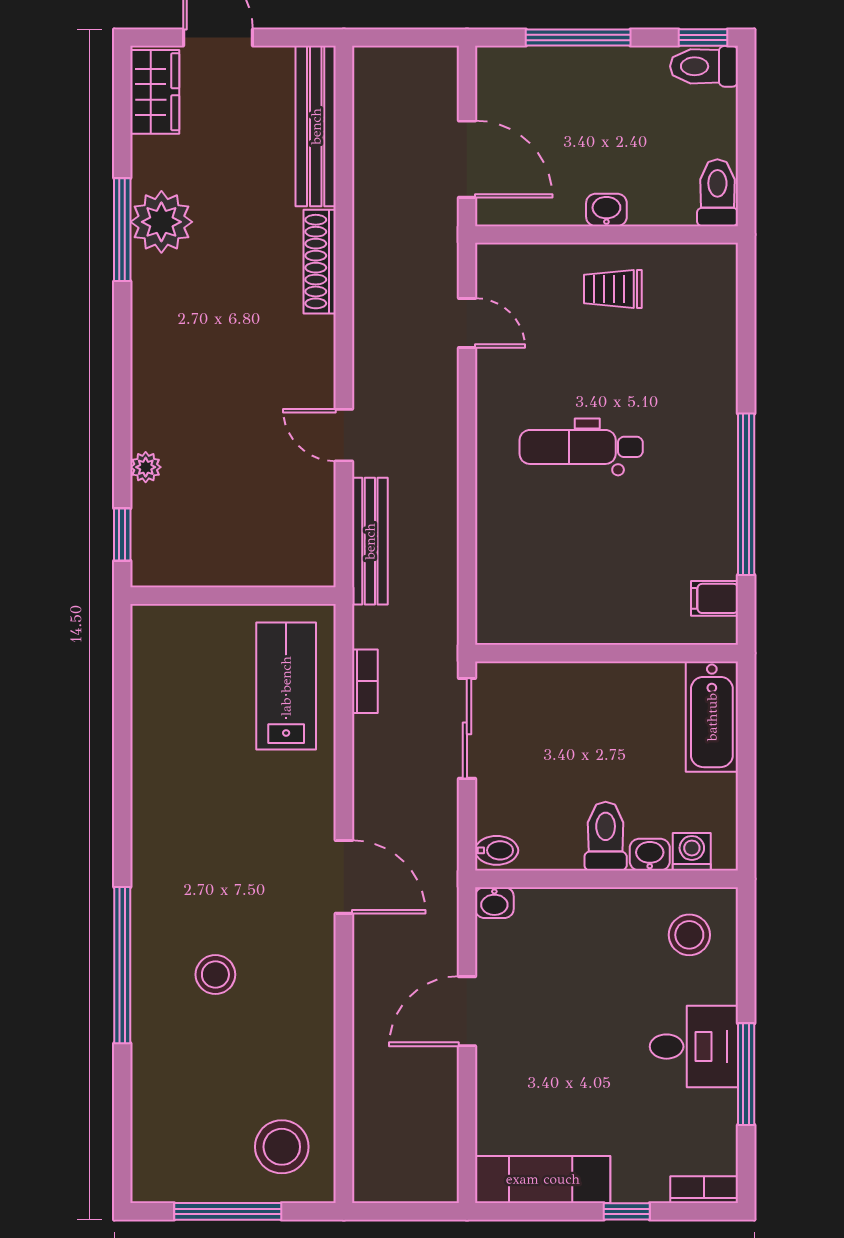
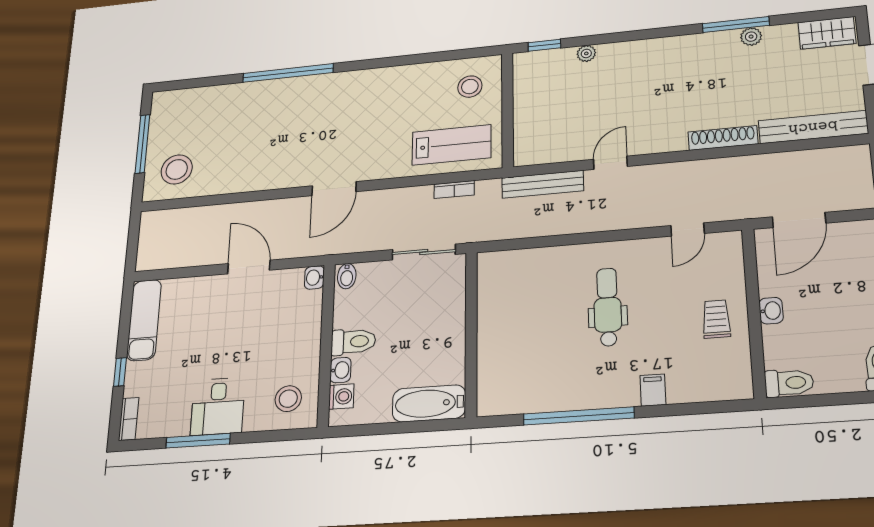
plant: (161, 222) -> (751, 37), width x0.53, depth x0.53
filing cabinet: (715, 598) -> (653, 390), moved
stool: (215, 975) -> (470, 87), moved

